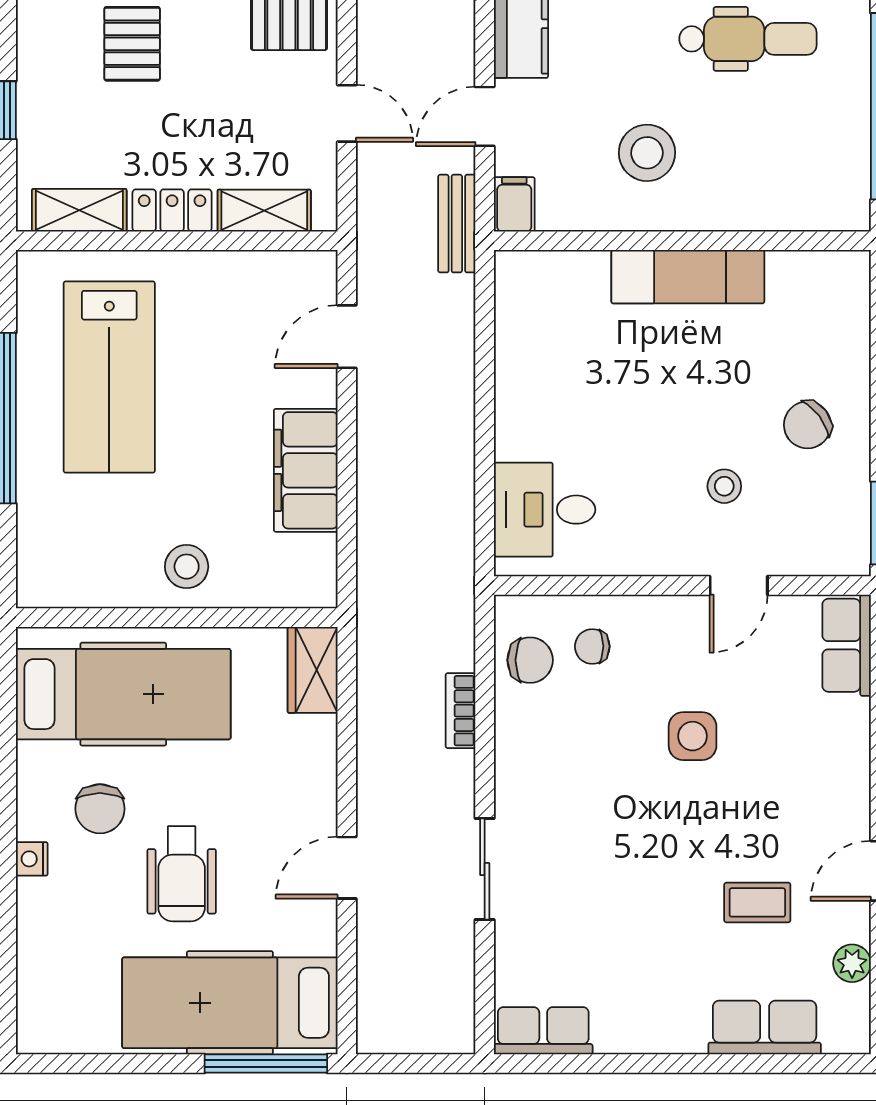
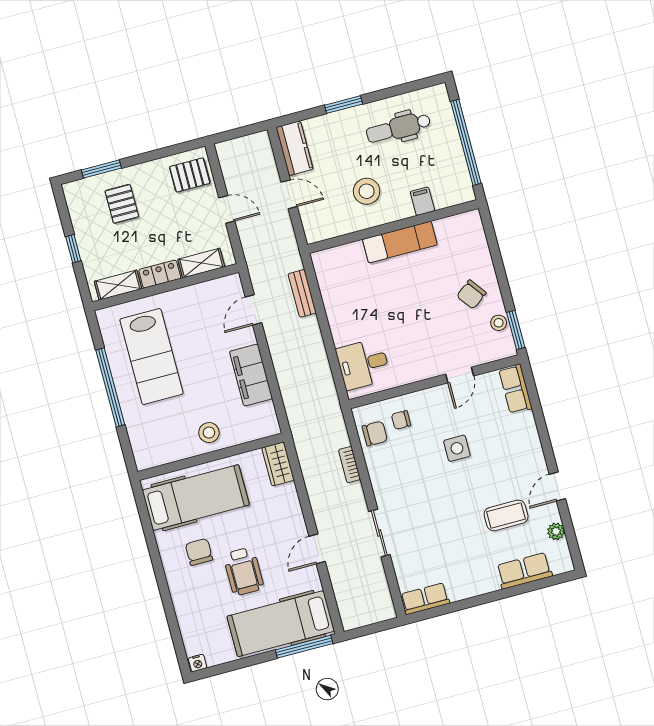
dental chair: (748, 39) -> (398, 128), turned 180
door: (485, 116) -> (289, 194), swing flipped
filing cabinet: (514, 204) -> (422, 201), moved
bench: (457, 224) -> (302, 293), moved
stool: (724, 486) -> (499, 323), moved
chair: (100, 809) -> (199, 552), turned 180
nightstand: (32, 859) -> (198, 663), moved, turned -90
coffee table: (757, 902) -> (506, 515), width x1.36, depth x1.30

